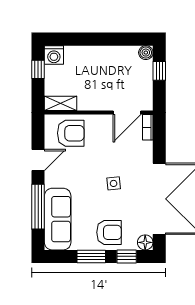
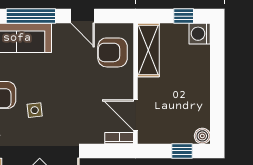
shelving: (61, 103) -> (148, 50), width x1.50, depth x1.33
armchair: (71, 133) -> (113, 52), turned 90
side table: (114, 183) -> (35, 110), moved

